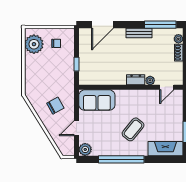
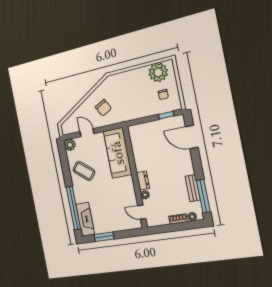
bench: (139, 33) -> (193, 188), moved
window: (76, 64) -> (166, 115), moved
sofa: (97, 100) -> (118, 153), width x1.36
coffee table: (133, 129) -> (84, 171), moved
window: (121, 159) -> (73, 208), moved

